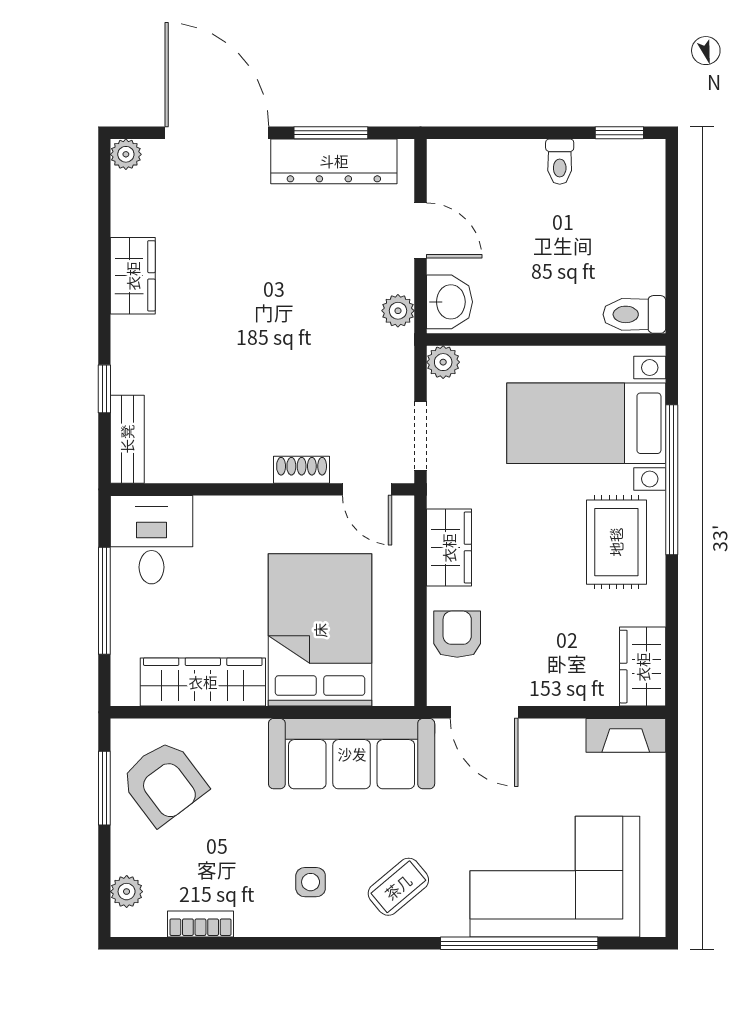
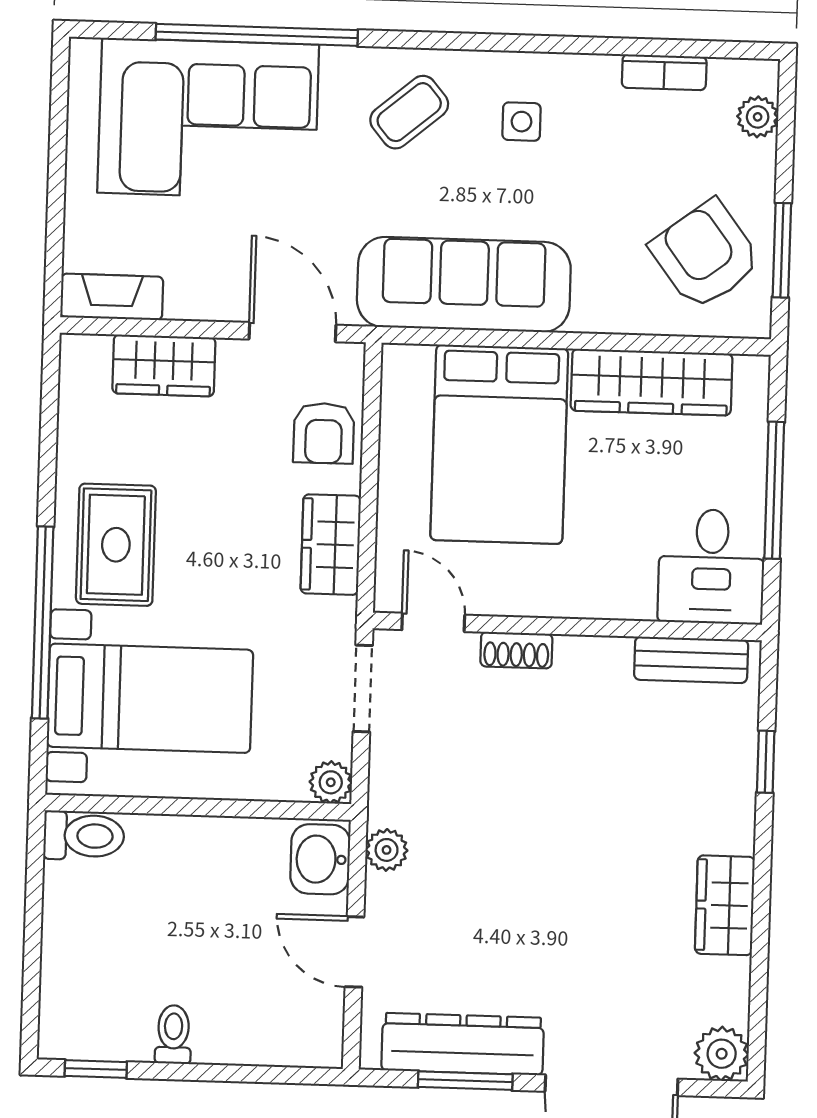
plant: (126, 154) -> (722, 1054), width x1.38, depth x1.38
bench: (127, 439) -> (691, 660), moved, turned 90
wardrobe: (643, 667) -> (164, 365), moved, turned 90

